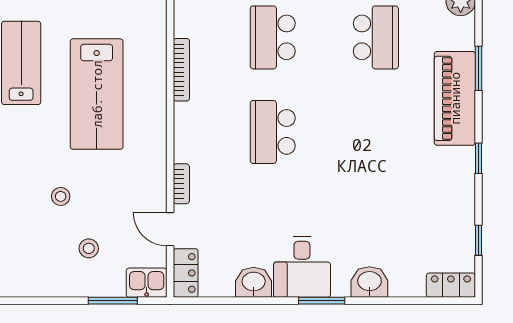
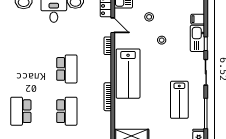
lab bench: (97, 94) -> (128, 74), moved, turned 180

